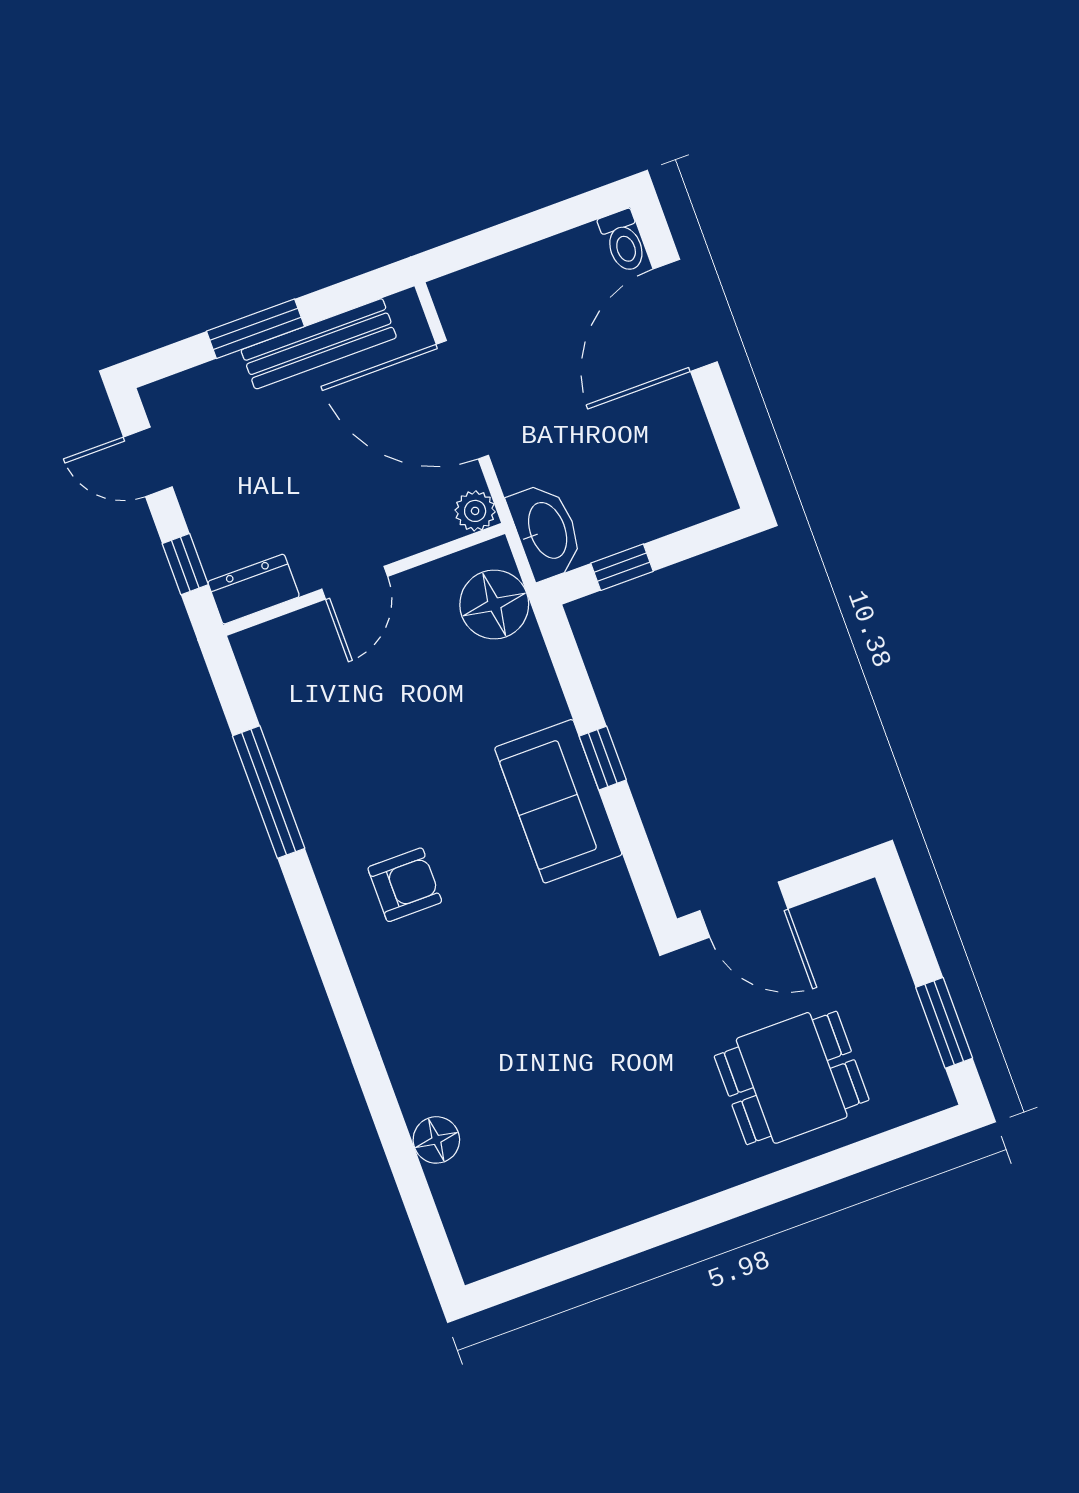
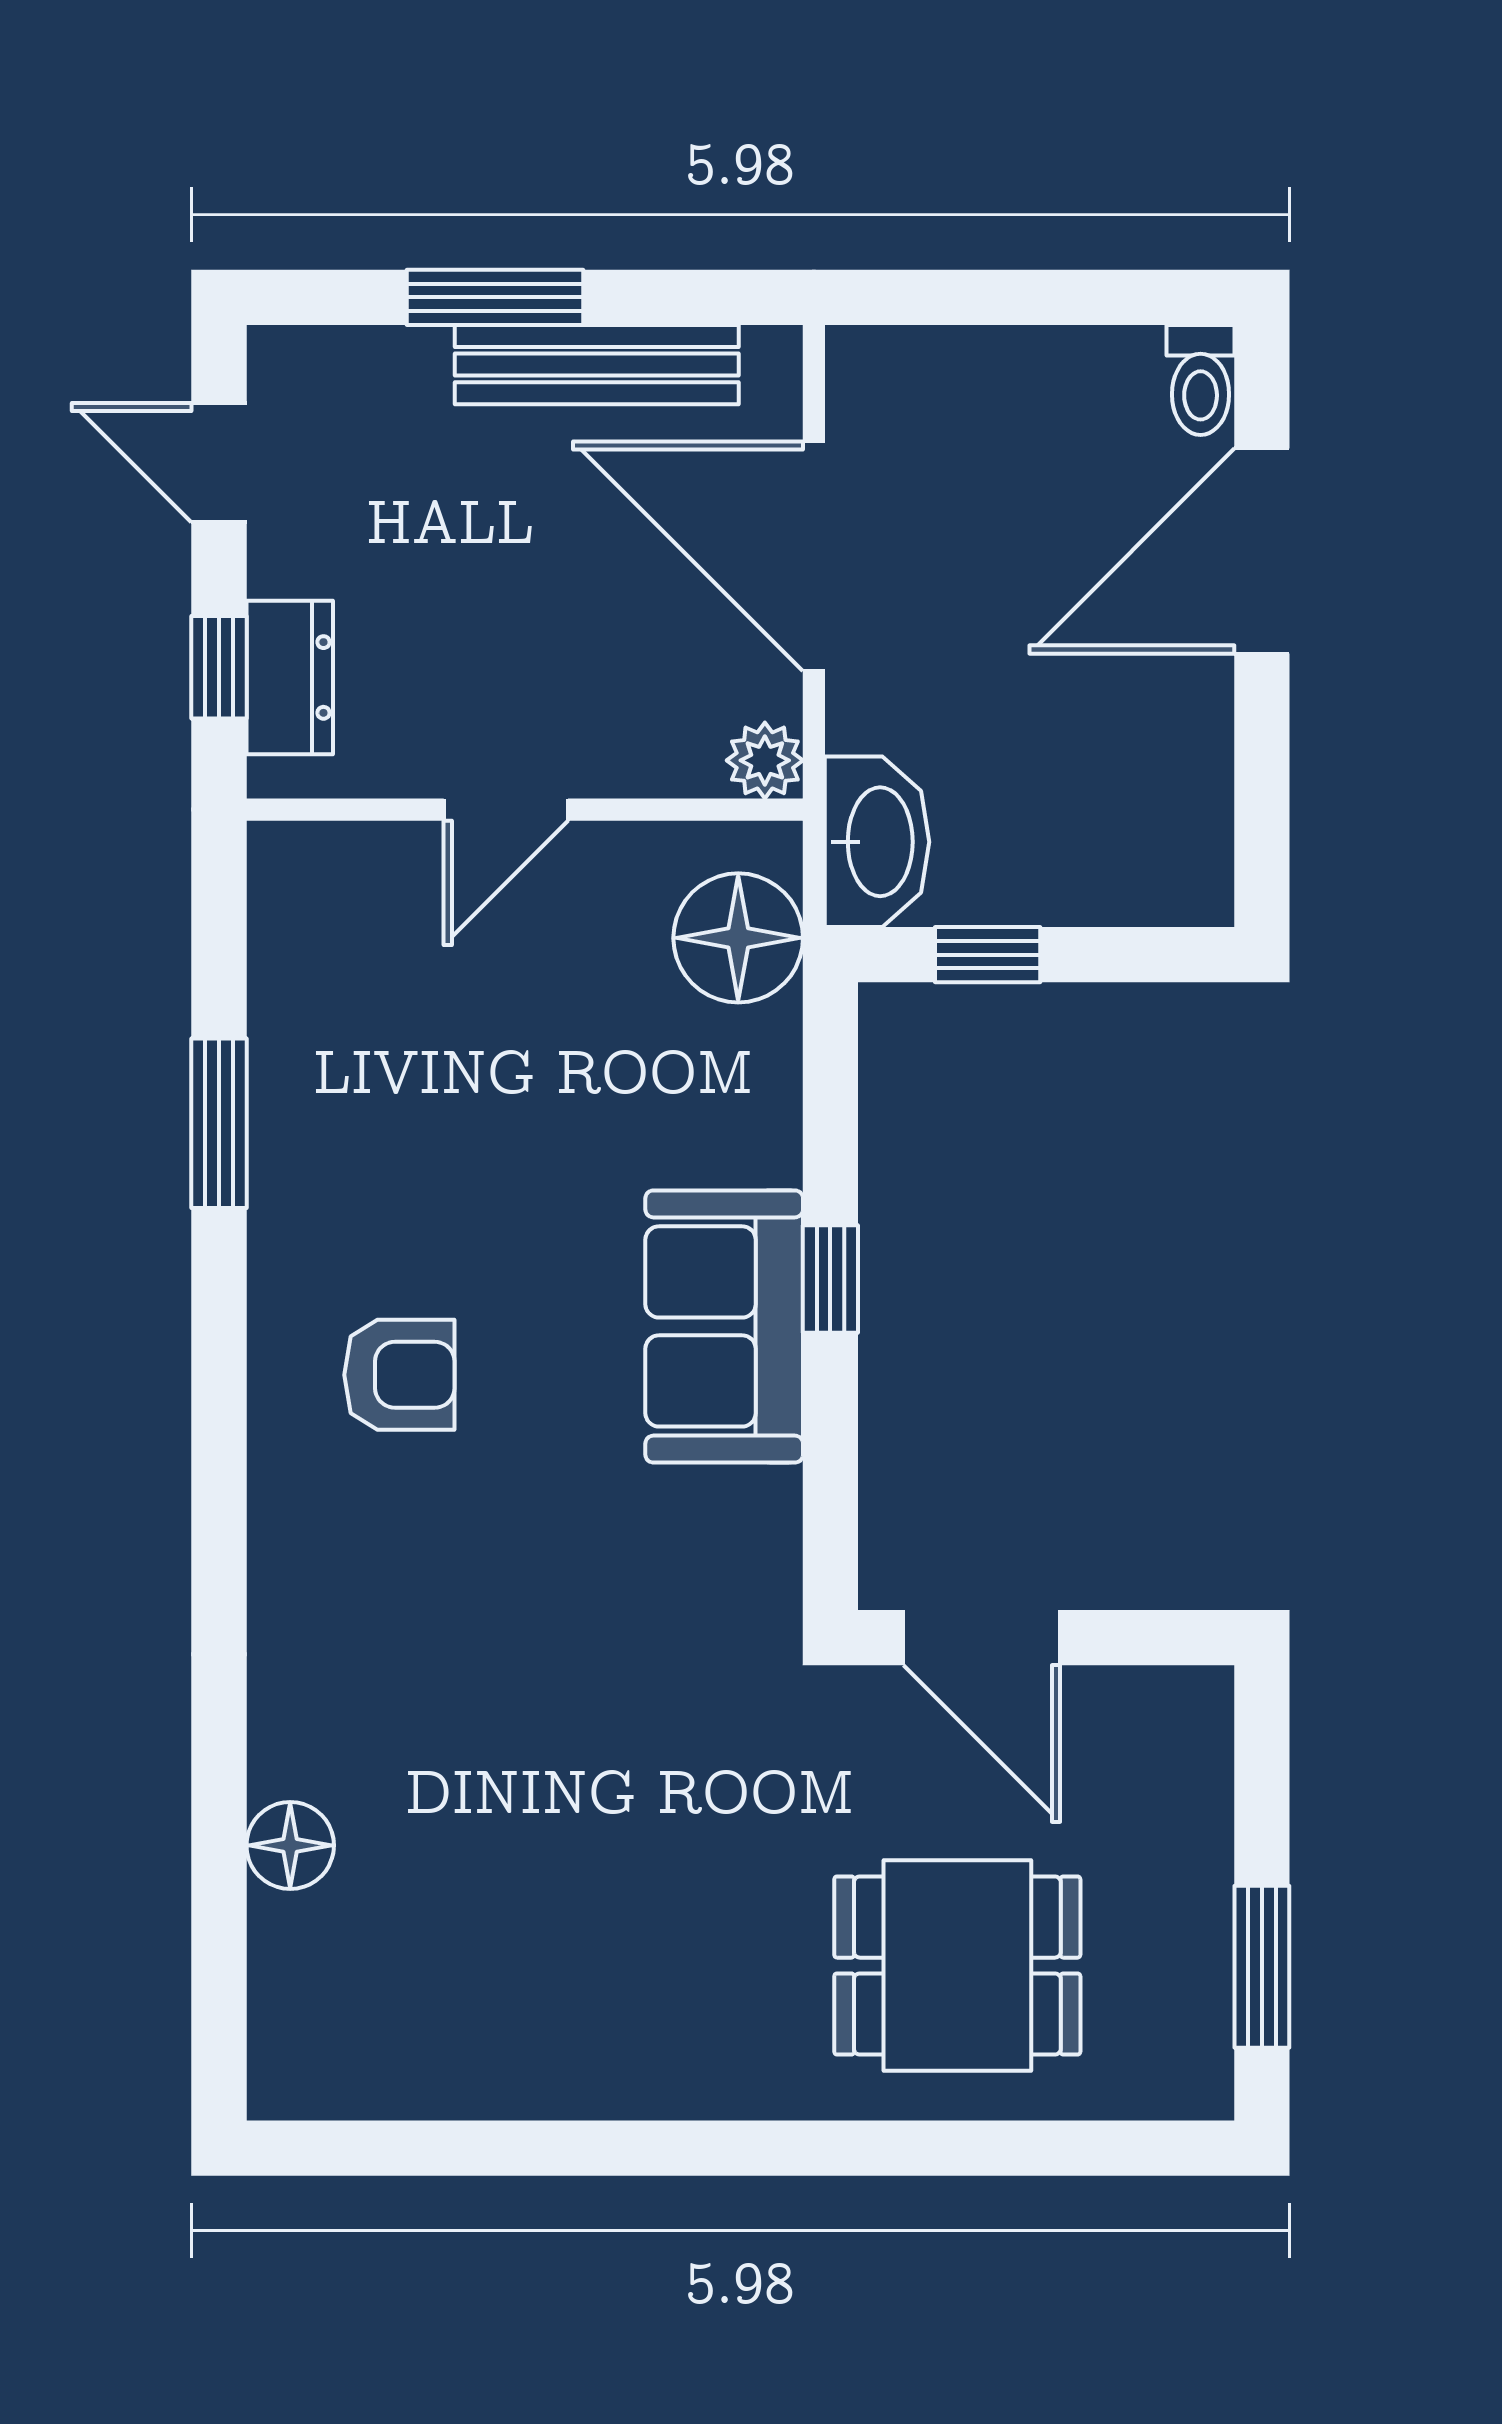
dresser: (254, 589) -> (290, 677), moved, turned 90
window: (269, 792) -> (219, 1123), width x0.69

